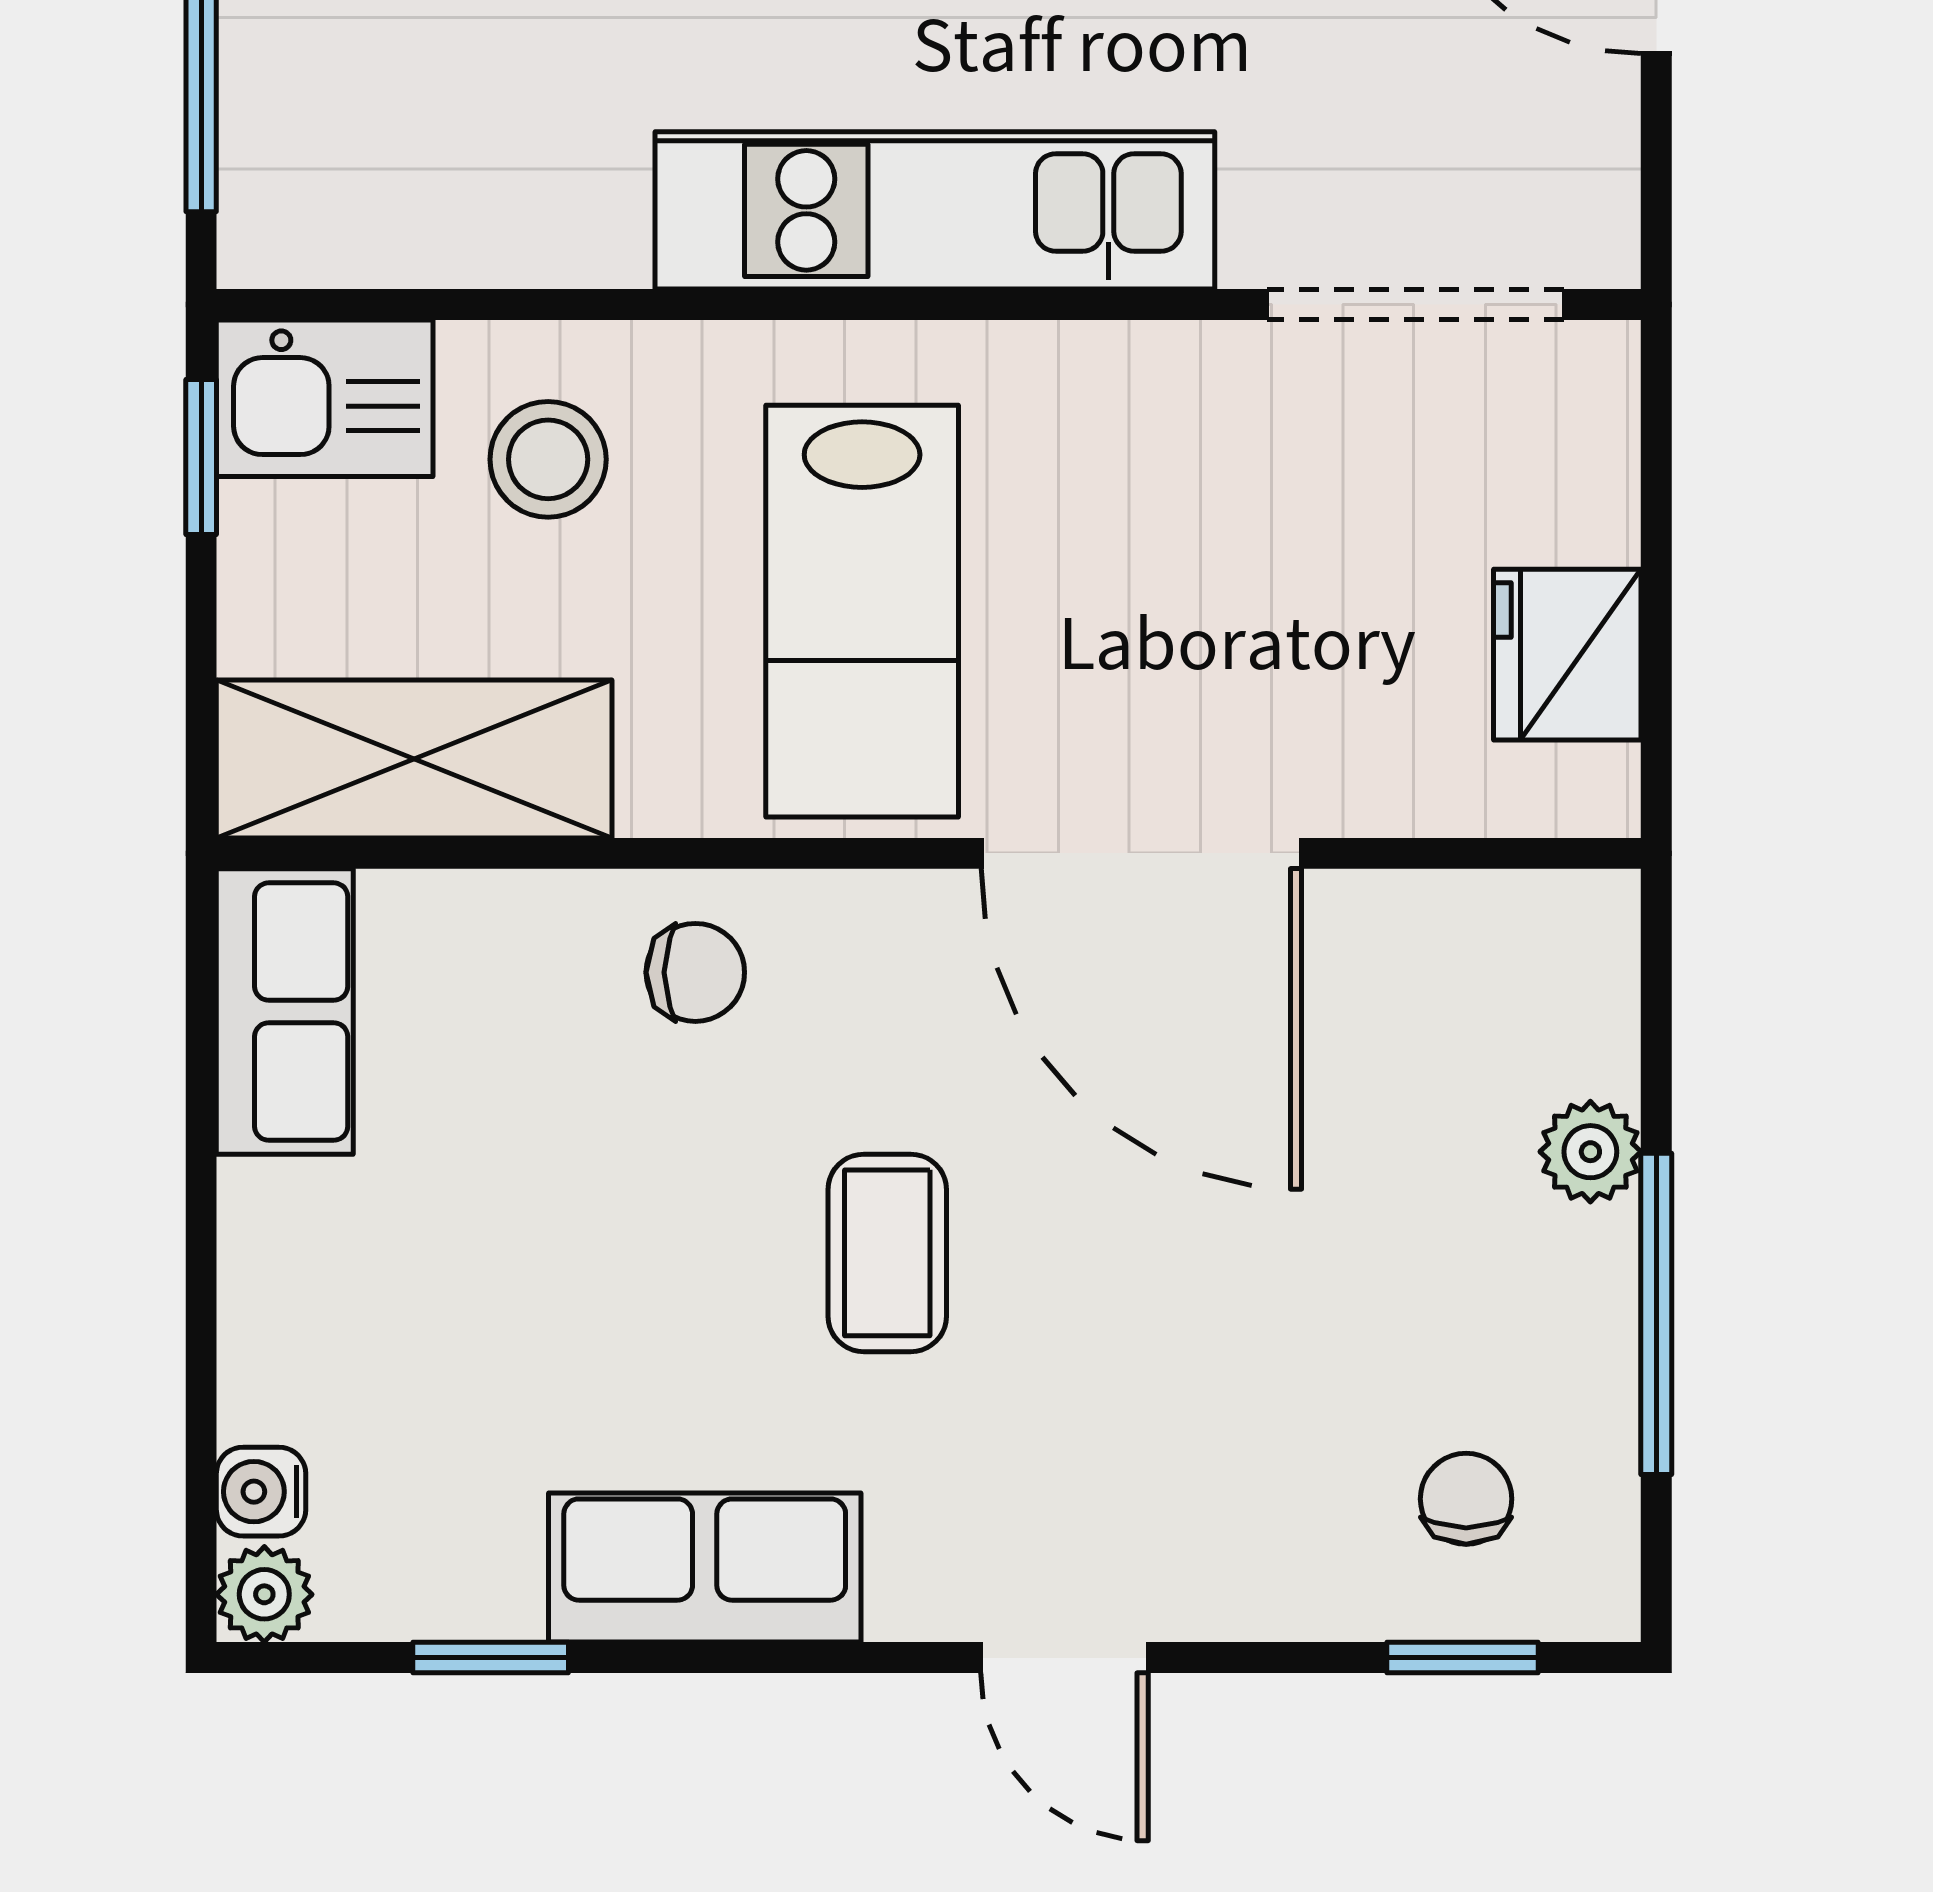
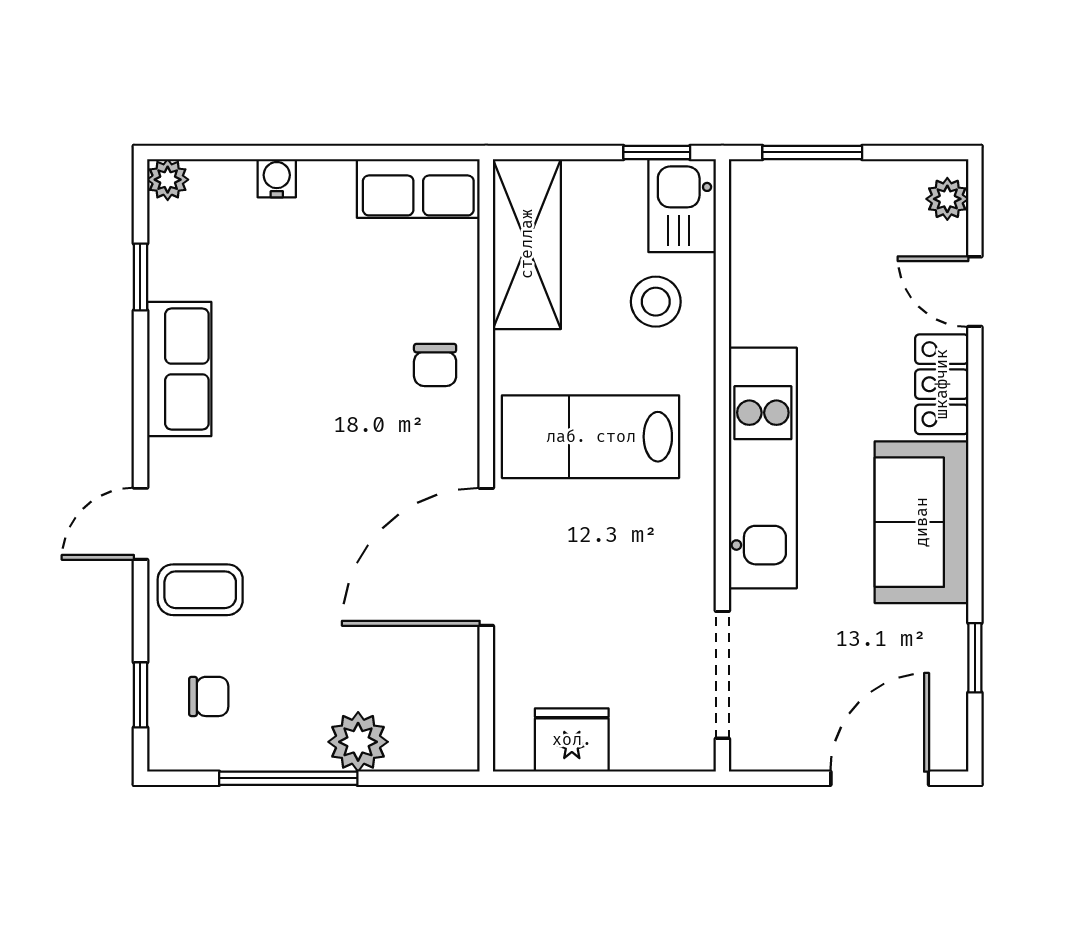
plant: (1590, 1152) -> (358, 742), width x1.38, depth x1.38
coffee table: (887, 1253) -> (200, 590), moved
water cooler: (261, 1492) -> (277, 178), moved

